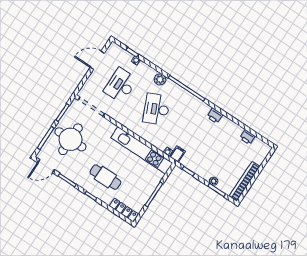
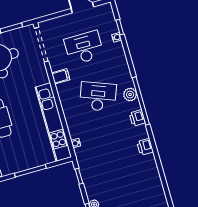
plant: (160, 79) -> (130, 95), moved
desk: (156, 109) -> (98, 97), turned 45
printer: (247, 137) -> (137, 118), moved
filing cabinet: (178, 154) -> (61, 76), moved

